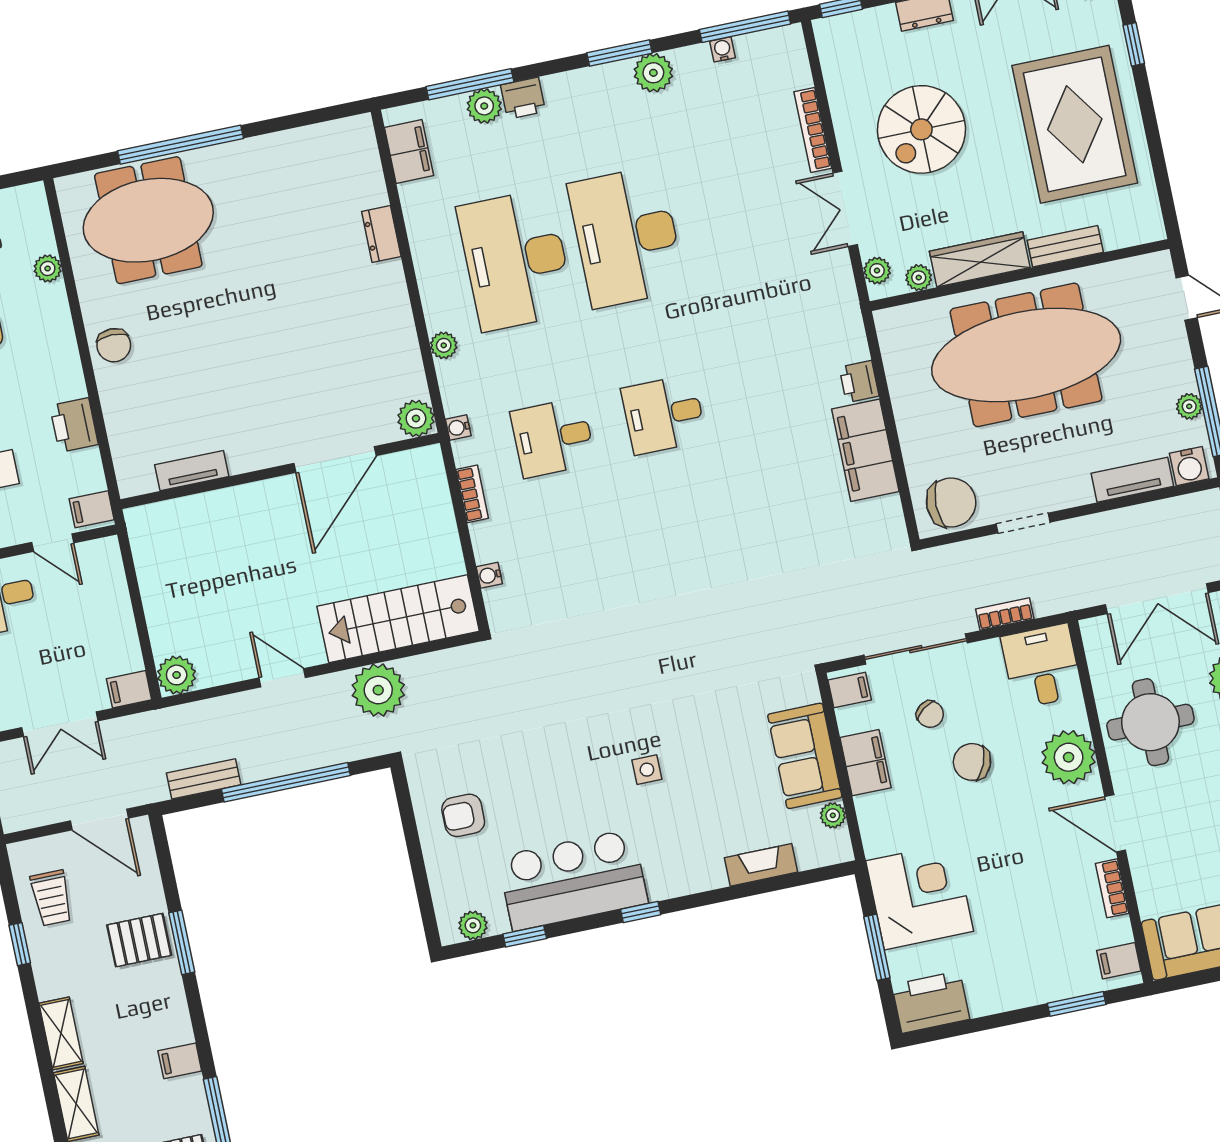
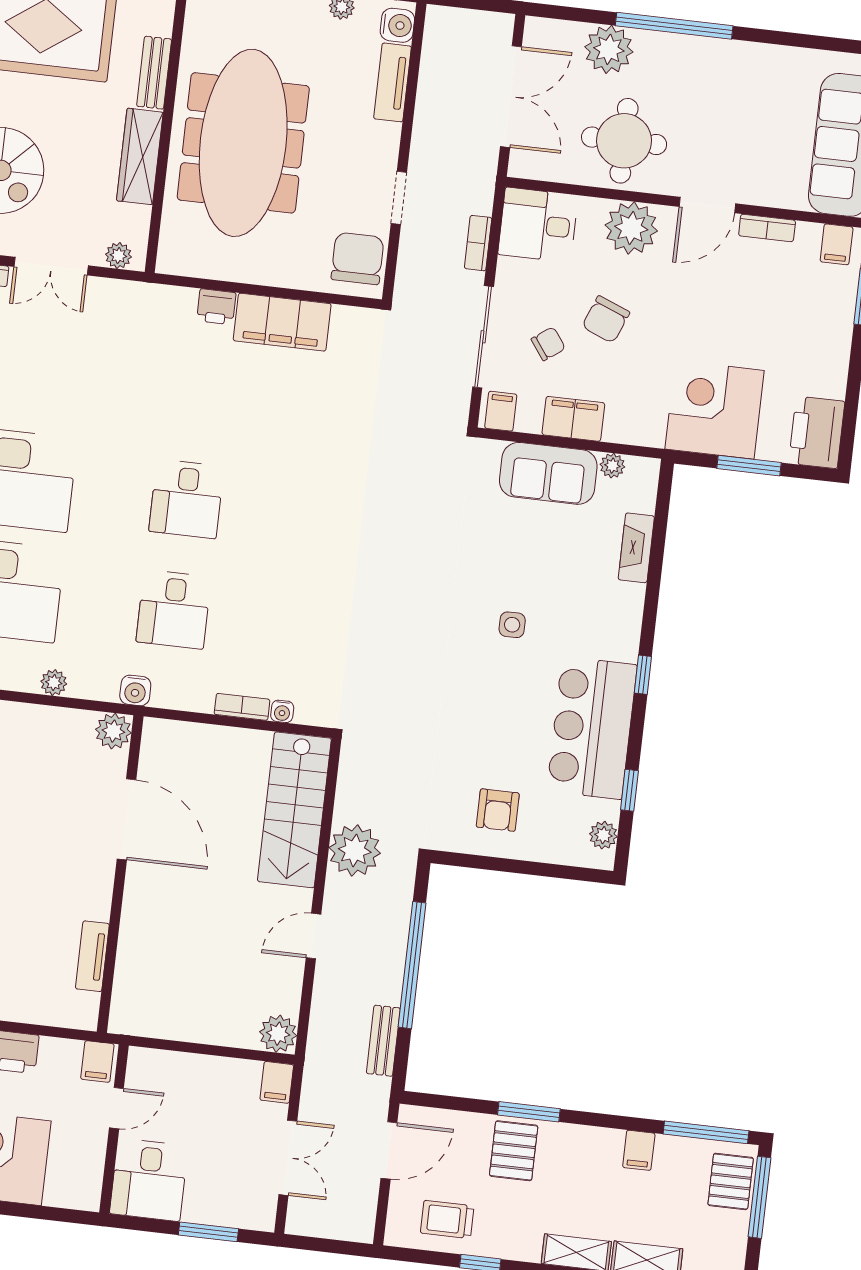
plant: (919, 278) -> (138, 219), removed
water cooler: (458, 427) -> (135, 690), width x1.38, depth x1.38
bookcase: (472, 494) -> (242, 707), moved
trolley: (51, 898) -> (447, 1219), turned 180

